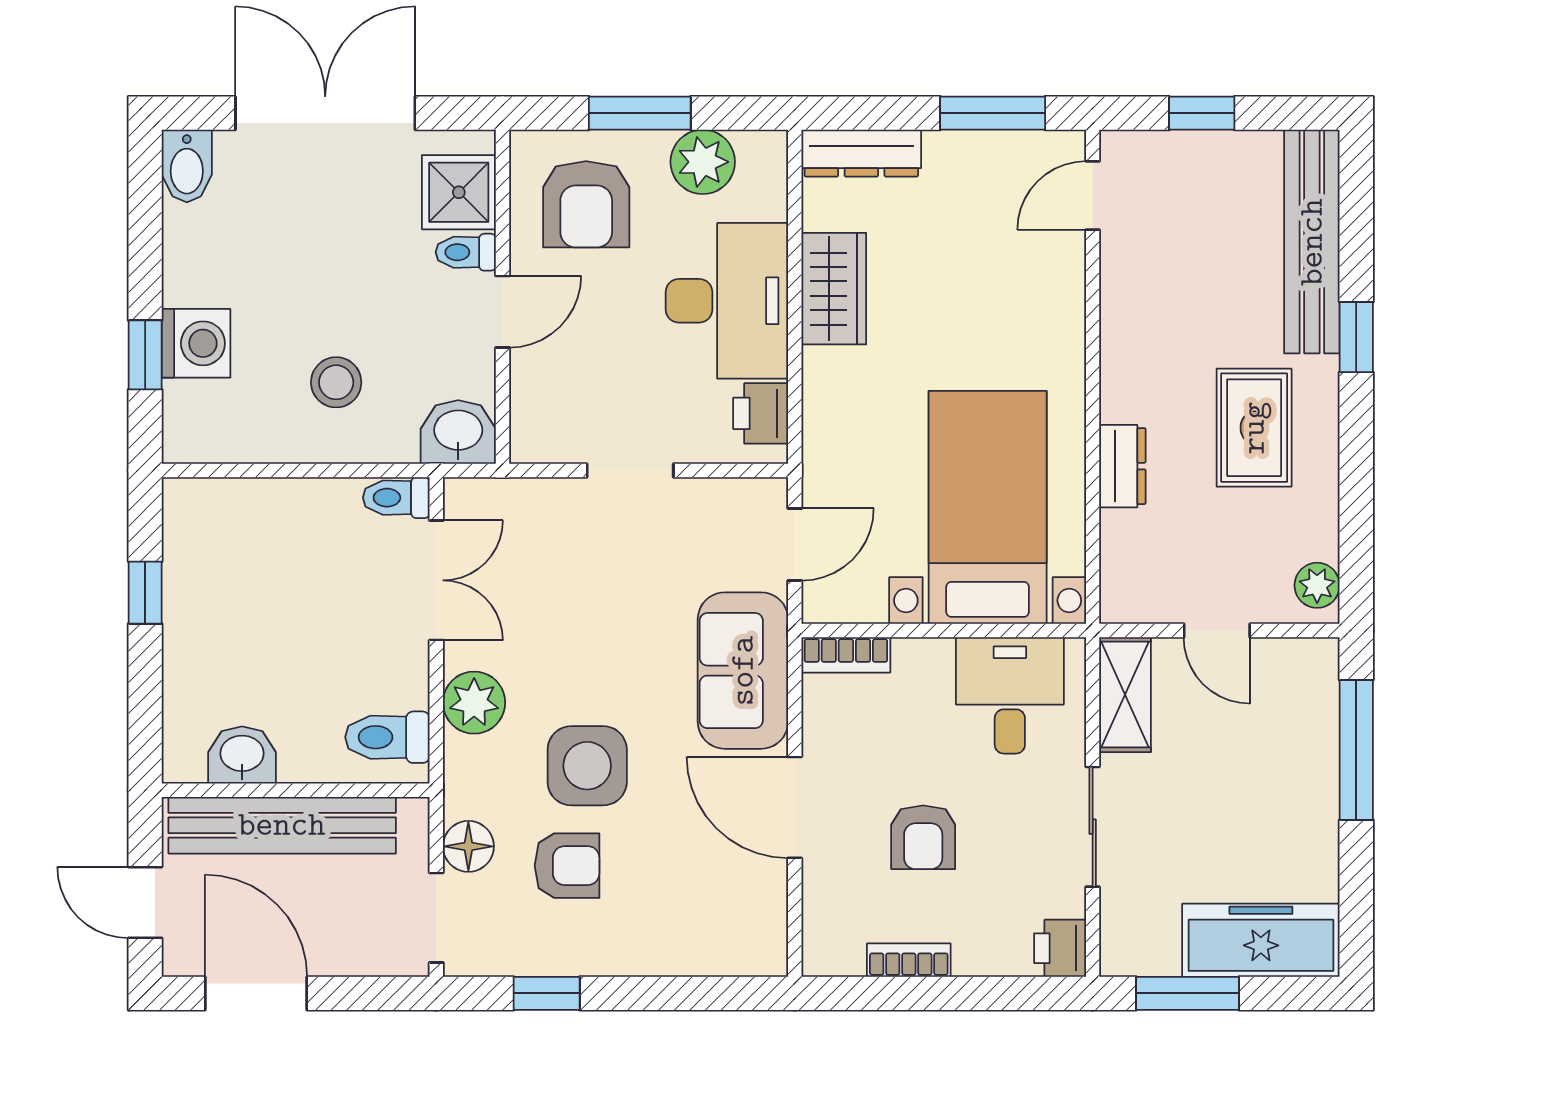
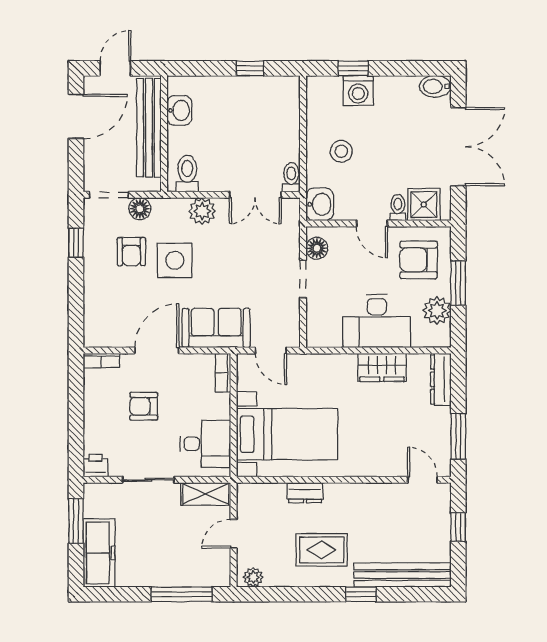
printer: (761, 413) -> (328, 336), removed
floor lamp: (559, 439) -> (317, 248), added
bookcase: (909, 960) -> (101, 361), moved, turned 90

